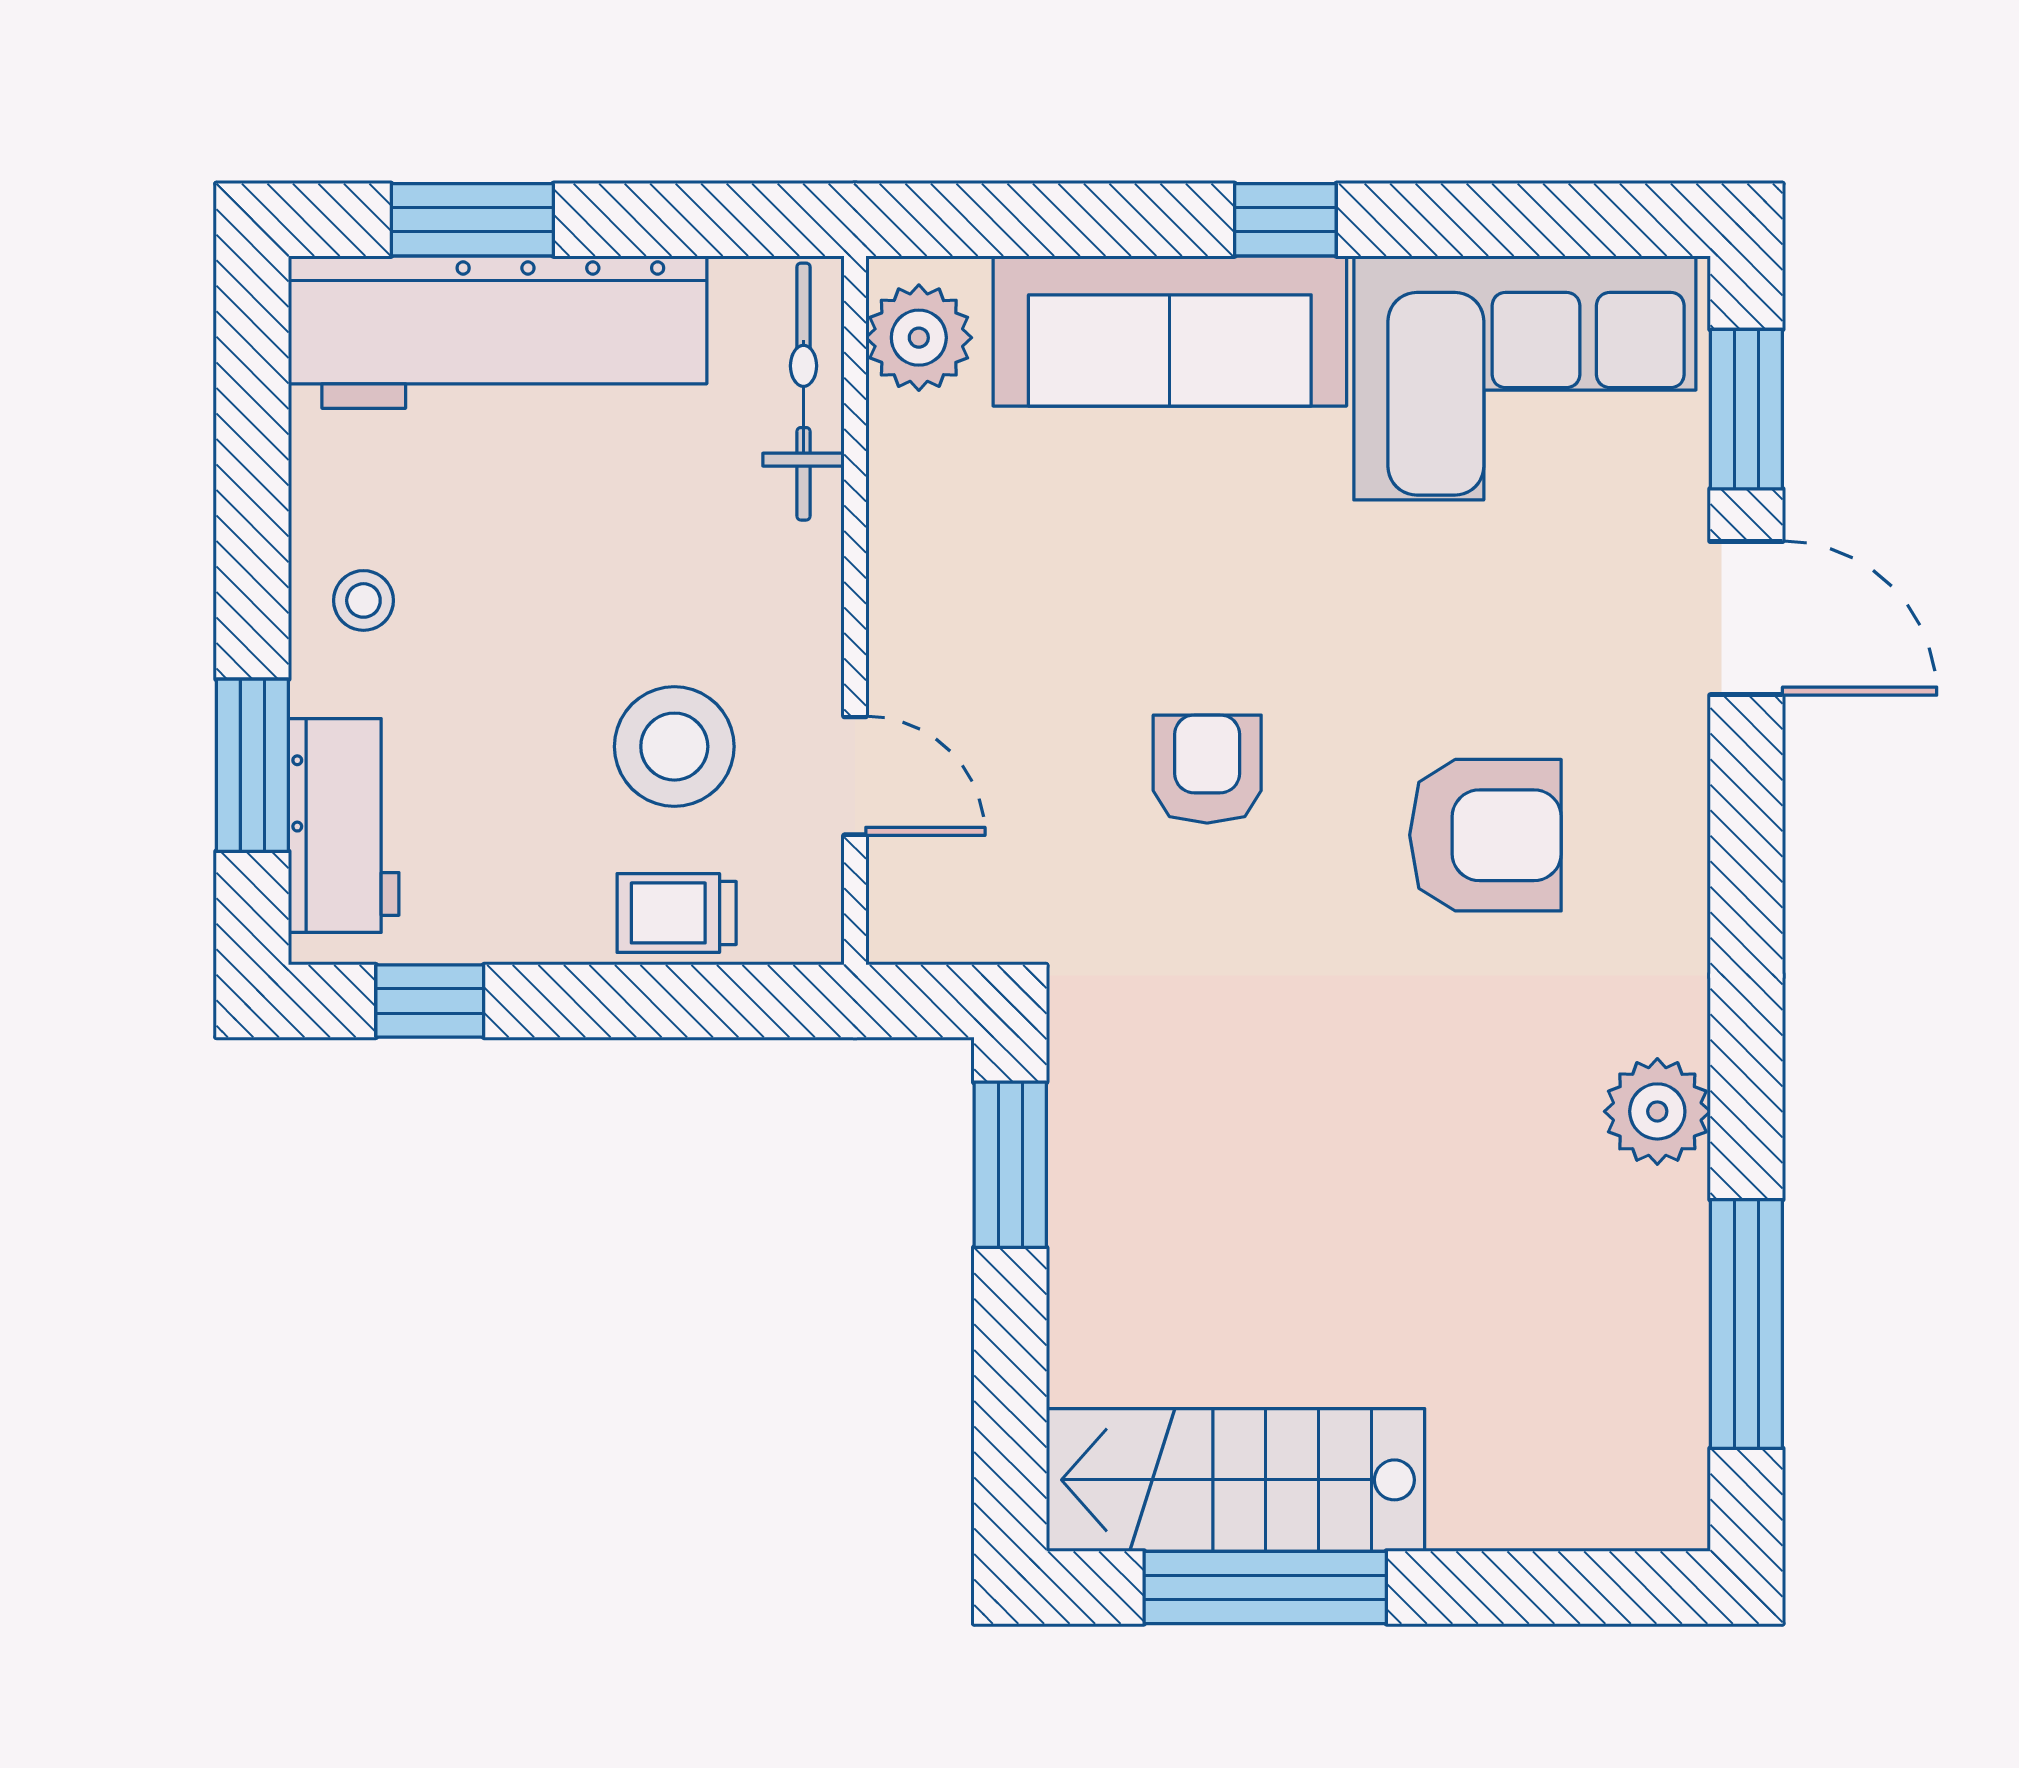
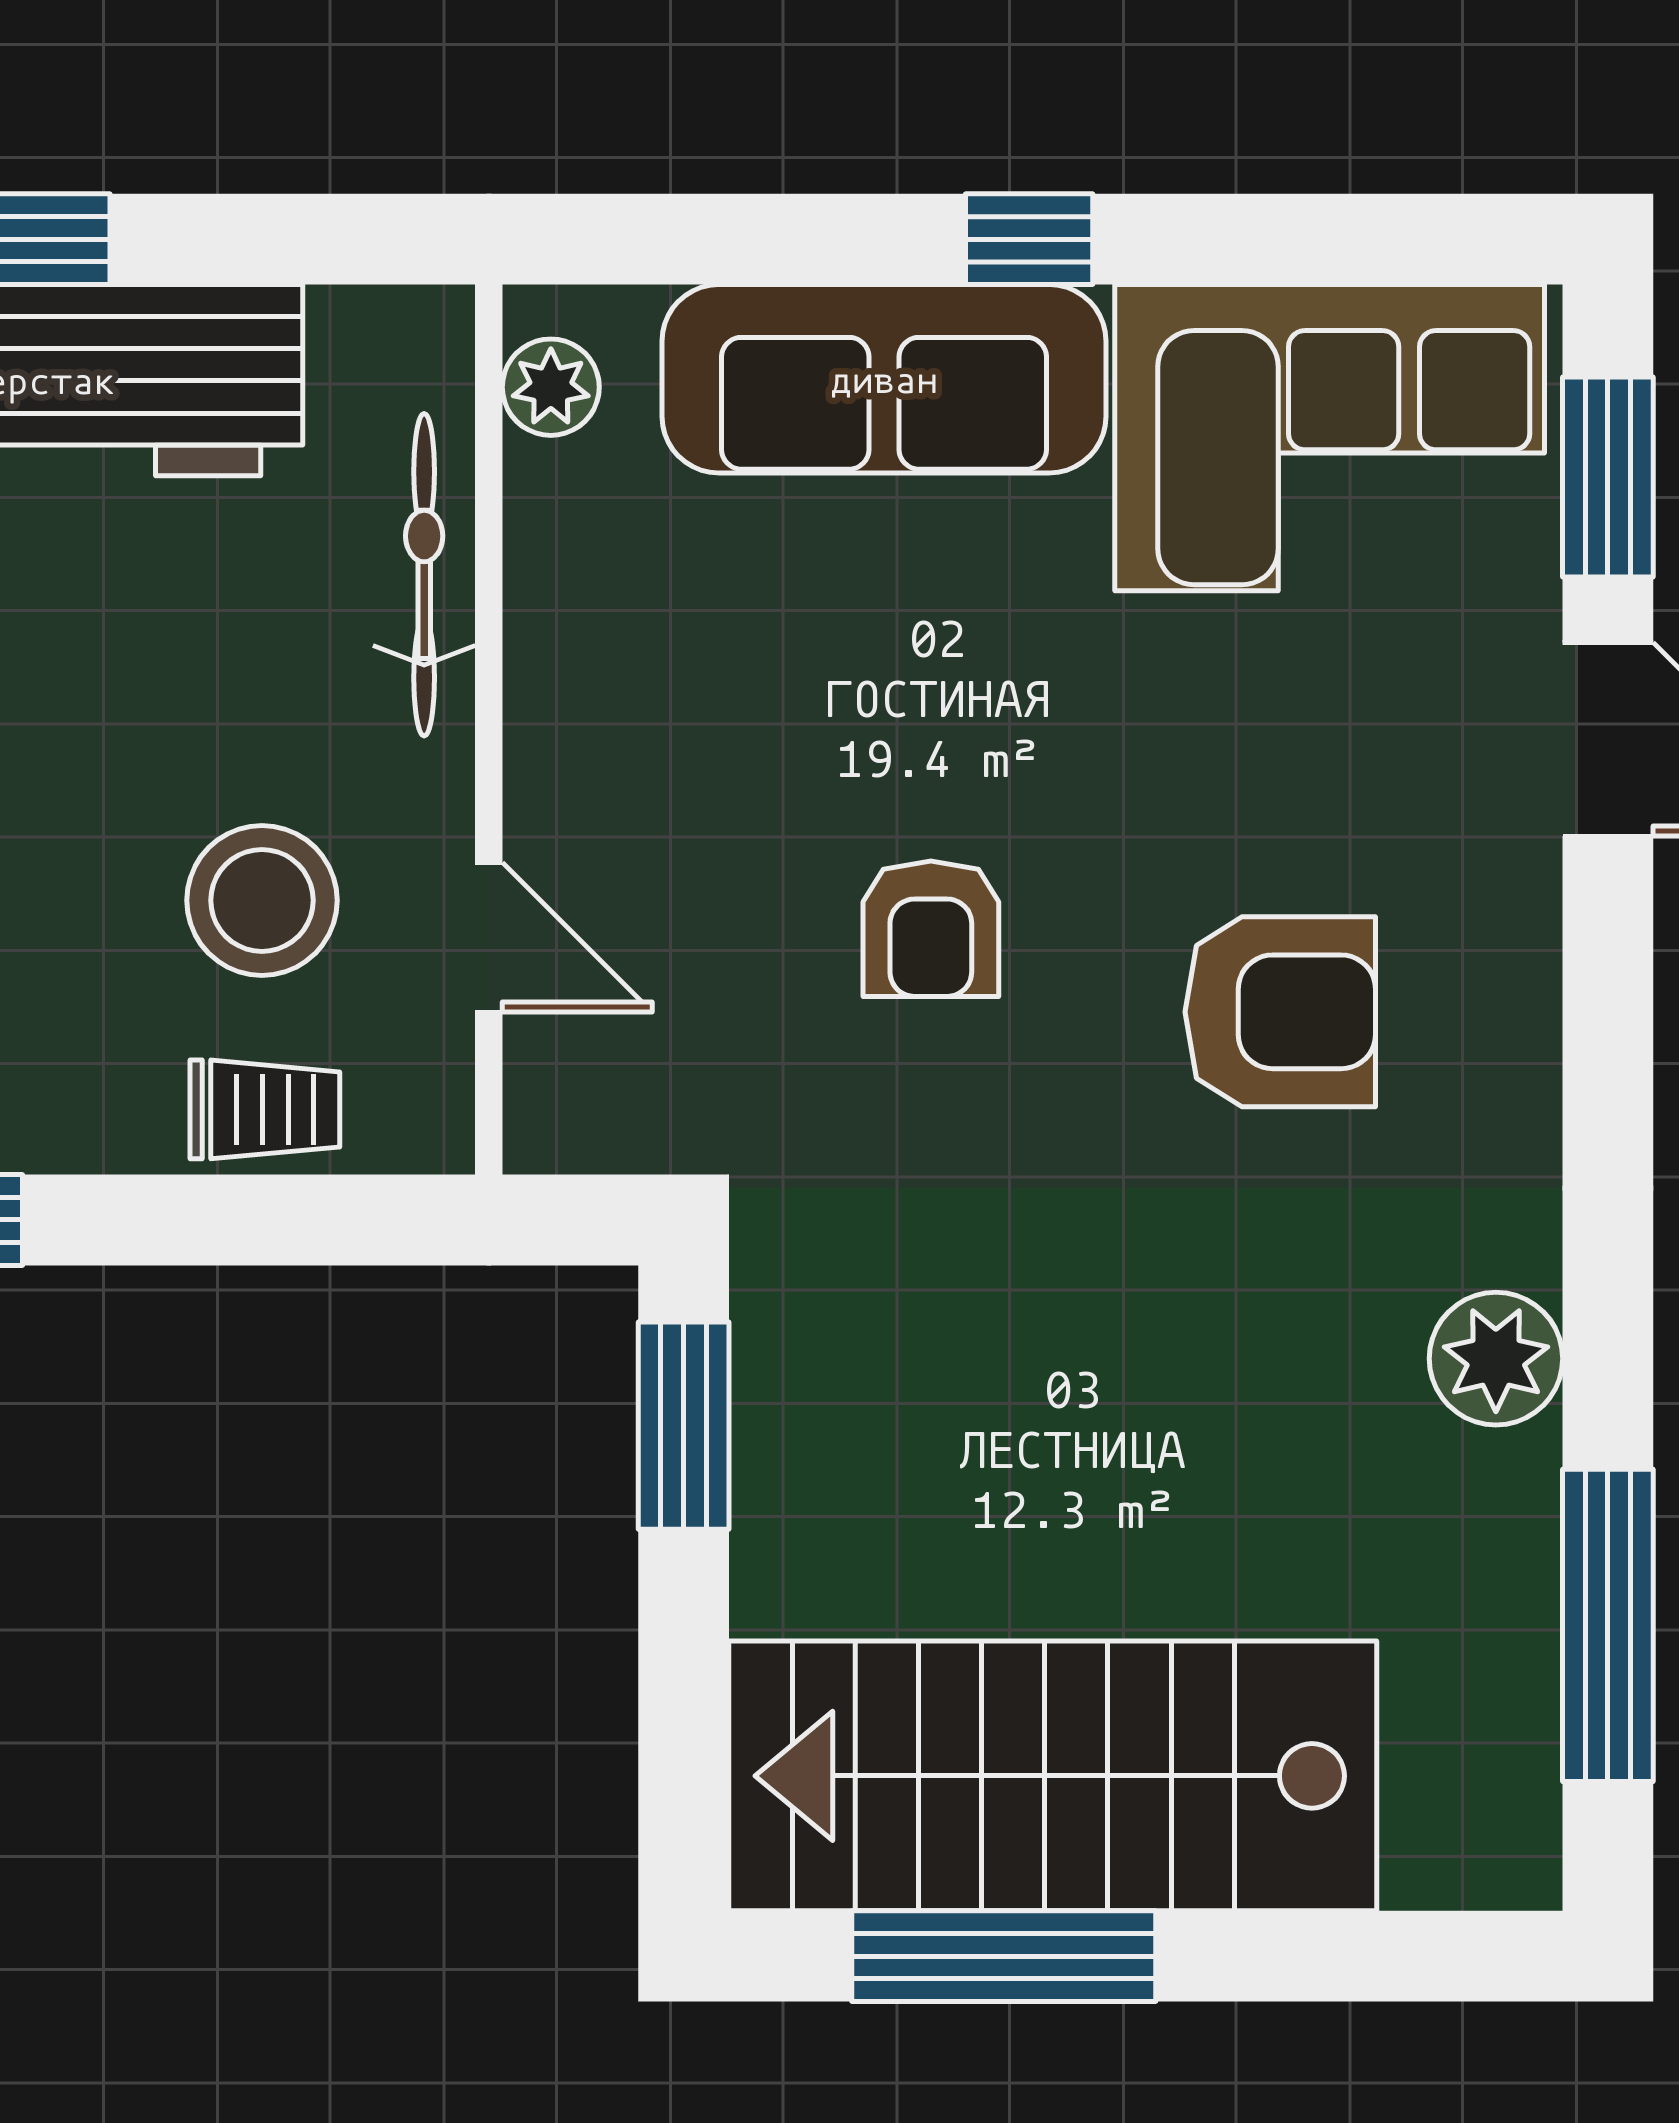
plant: (919, 338) -> (551, 387), width x0.73, depth x0.73
bicycle: (803, 392) -> (424, 575), moved
armchair: (1207, 769) -> (931, 929), turned 180
trolley: (677, 913) -> (265, 1109), turned 180
stairs: (1235, 1480) -> (1053, 1776), width x1.36, depth x1.51

